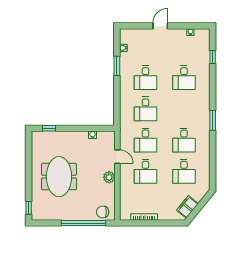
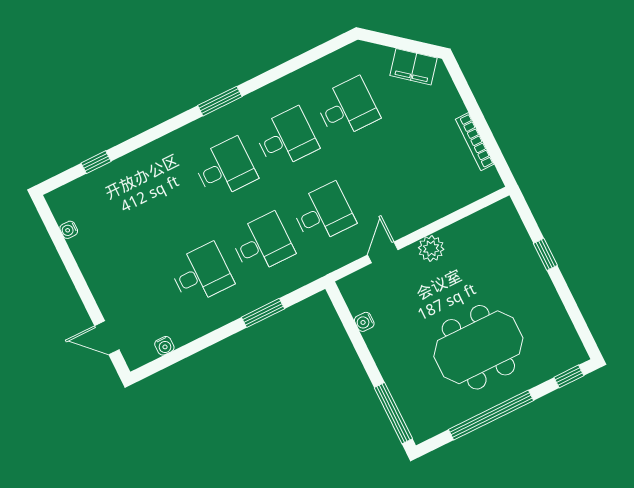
door: (160, 26) -> (107, 338), moved
window: (117, 66) -> (263, 313), moved
desk: (184, 78) -> (225, 168), moved
window: (49, 128) -> (393, 413), width x2.17
window: (29, 168) -> (491, 415), added
desk: (146, 171) -> (384, 183), removed
chair: (103, 212) -> (505, 228), removed
window: (84, 223) -> (545, 254), width x0.32

